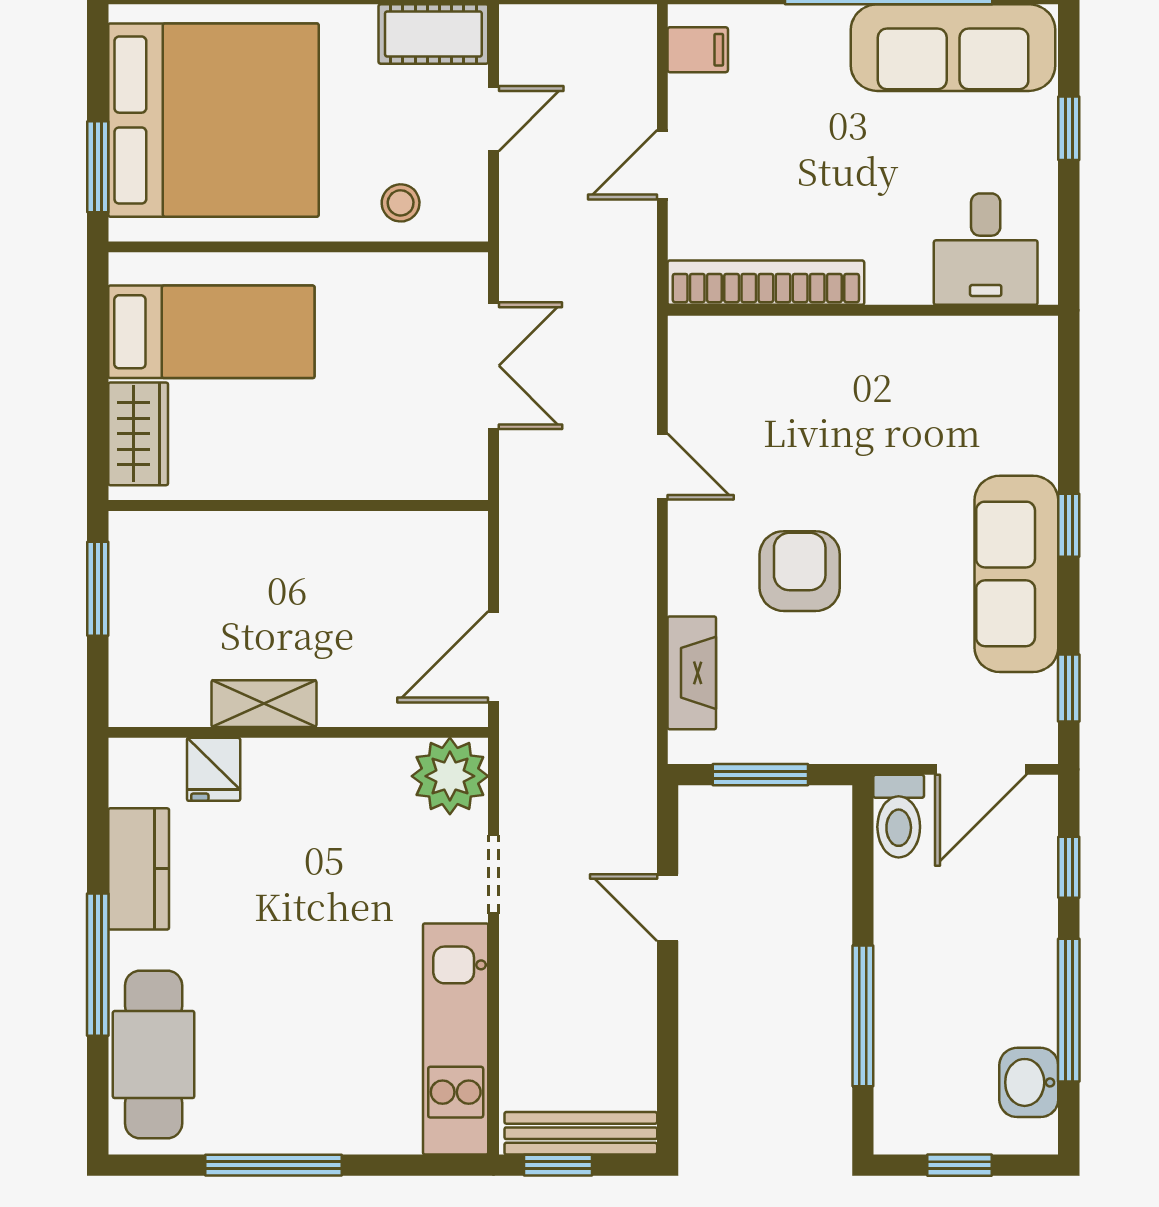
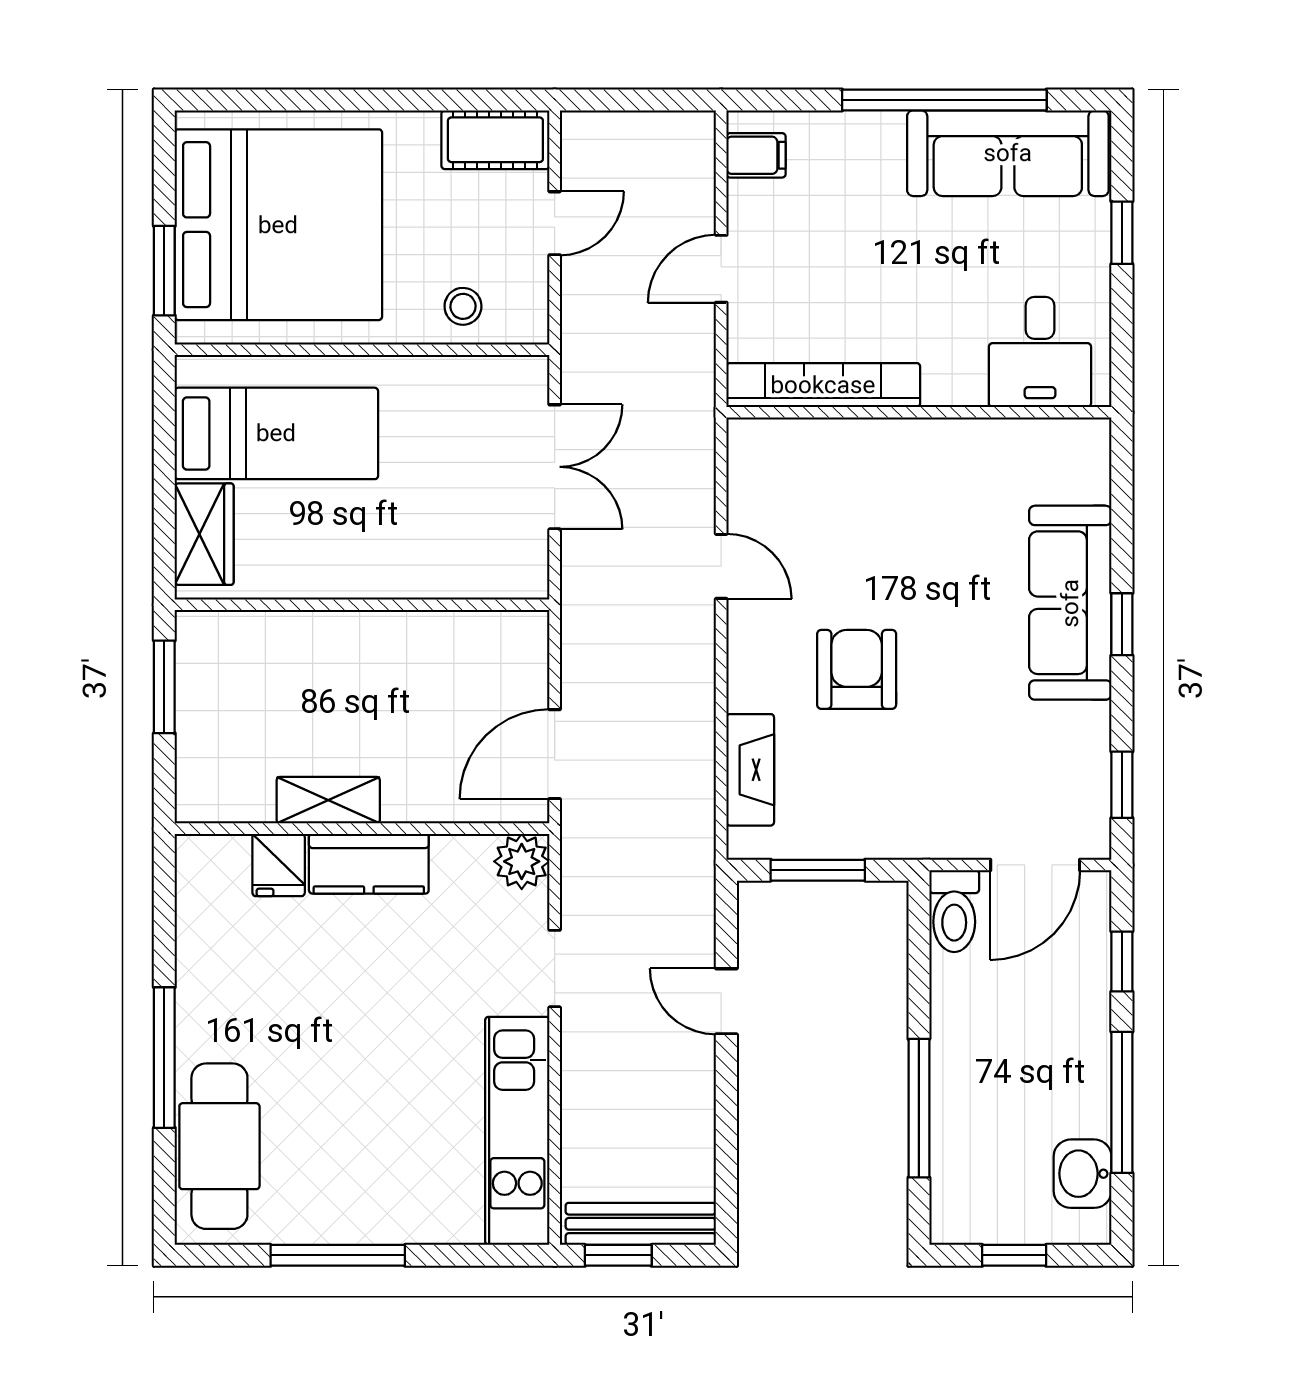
sofa: (1016, 574) -> (1070, 603), moved
plant: (450, 776) -> (522, 861), width x0.73, depth x0.73
kitchen counter: (139, 869) -> (369, 864), moved, turned 90

